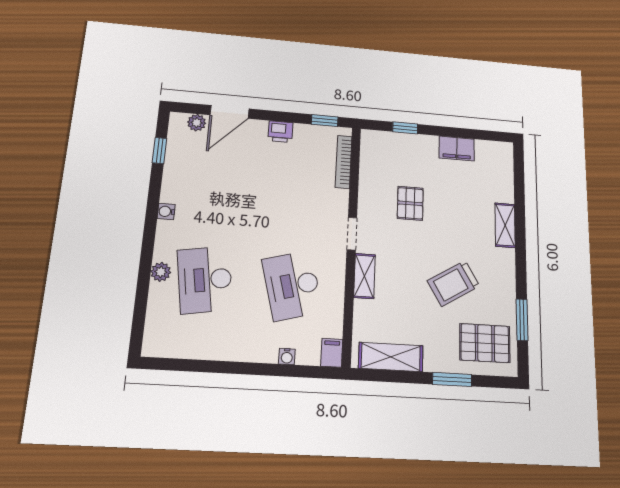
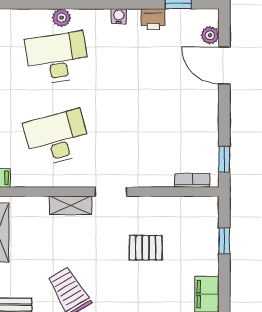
printer: (280, 132) -> (153, 19), moved, turned -90
bookcase: (344, 162) -> (192, 180), width x0.64

